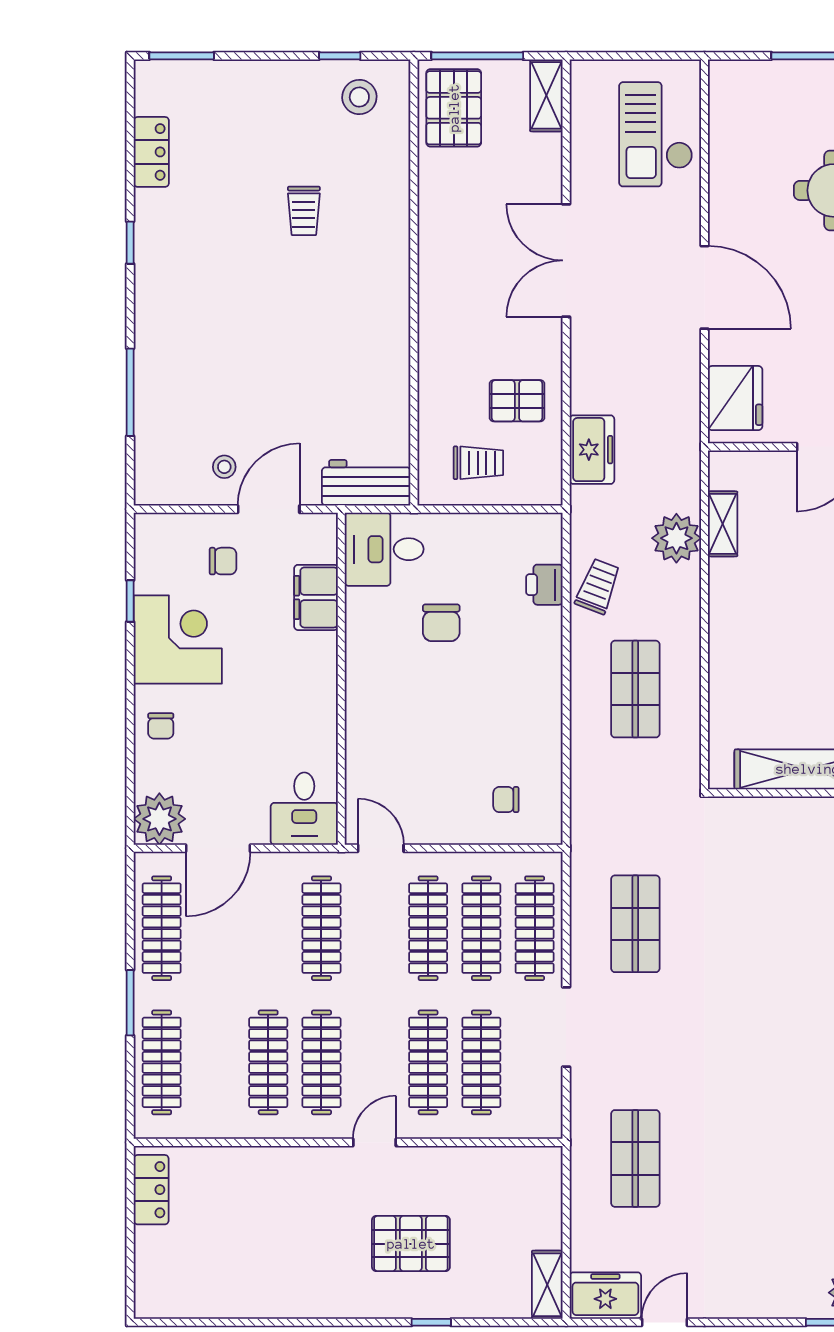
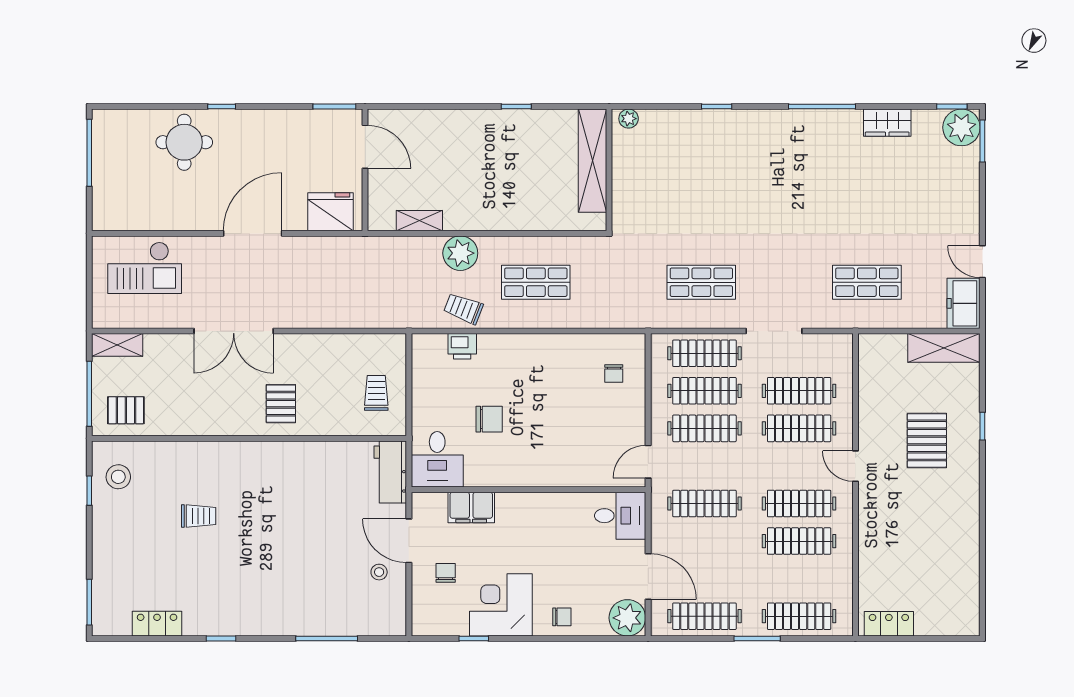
pallet: (454, 108) -> (126, 410), width x0.67, depth x0.71
pallet: (517, 401) -> (281, 404), moved
freezer: (592, 450) -> (367, 313), removed
plant: (676, 538) -> (460, 253), moved
shelving: (547, 1285) -> (944, 348), width x1.50, depth x1.33

